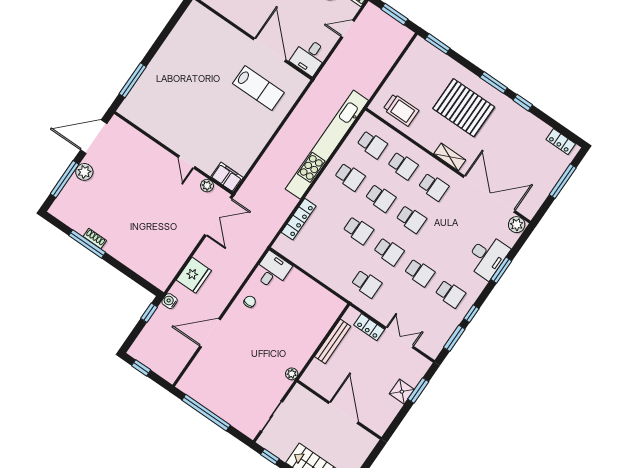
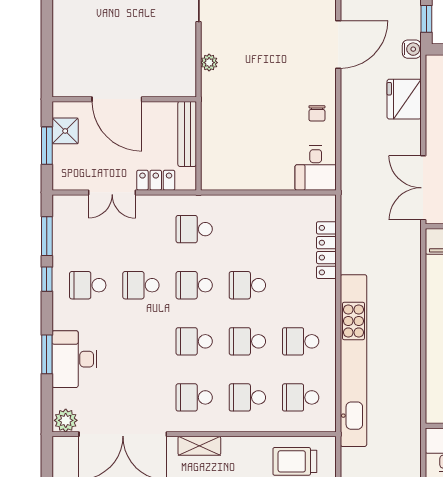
wall: (339, 410) -> (124, 99), moved
door: (343, 413) -> (117, 99), moved

